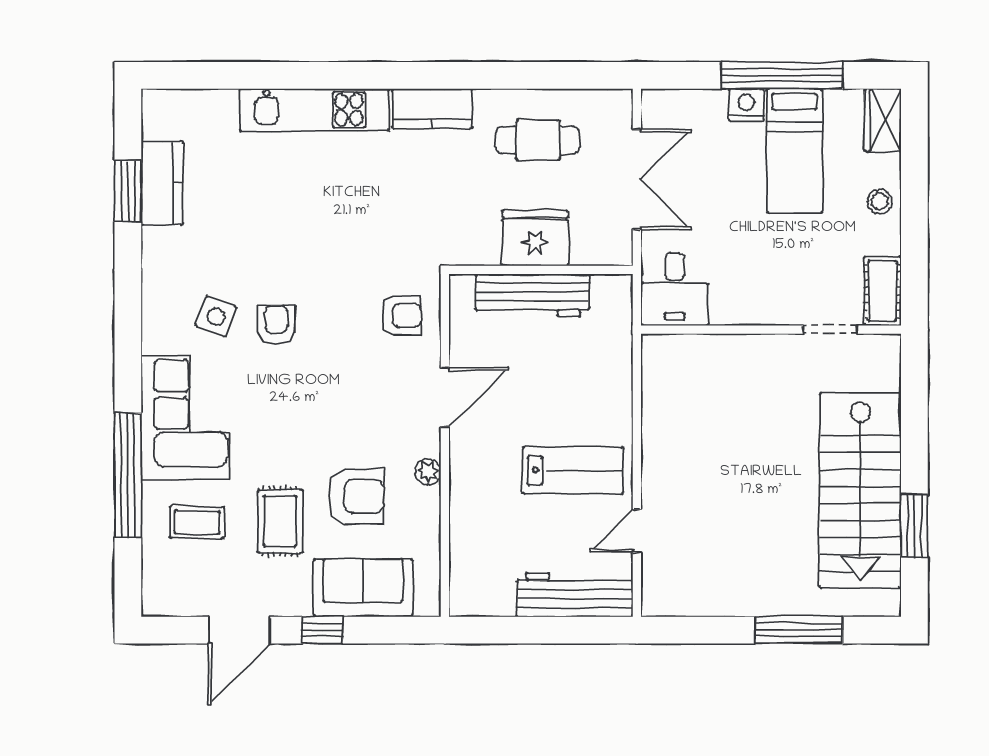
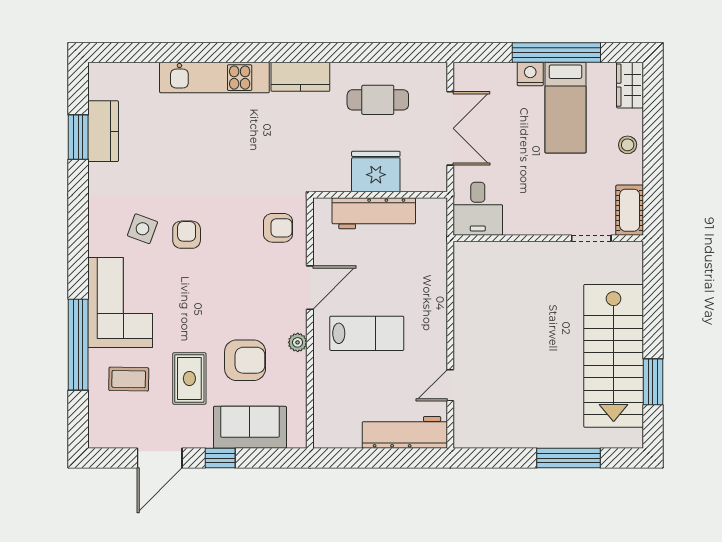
lab bench: (573, 470) -> (367, 333), moved

